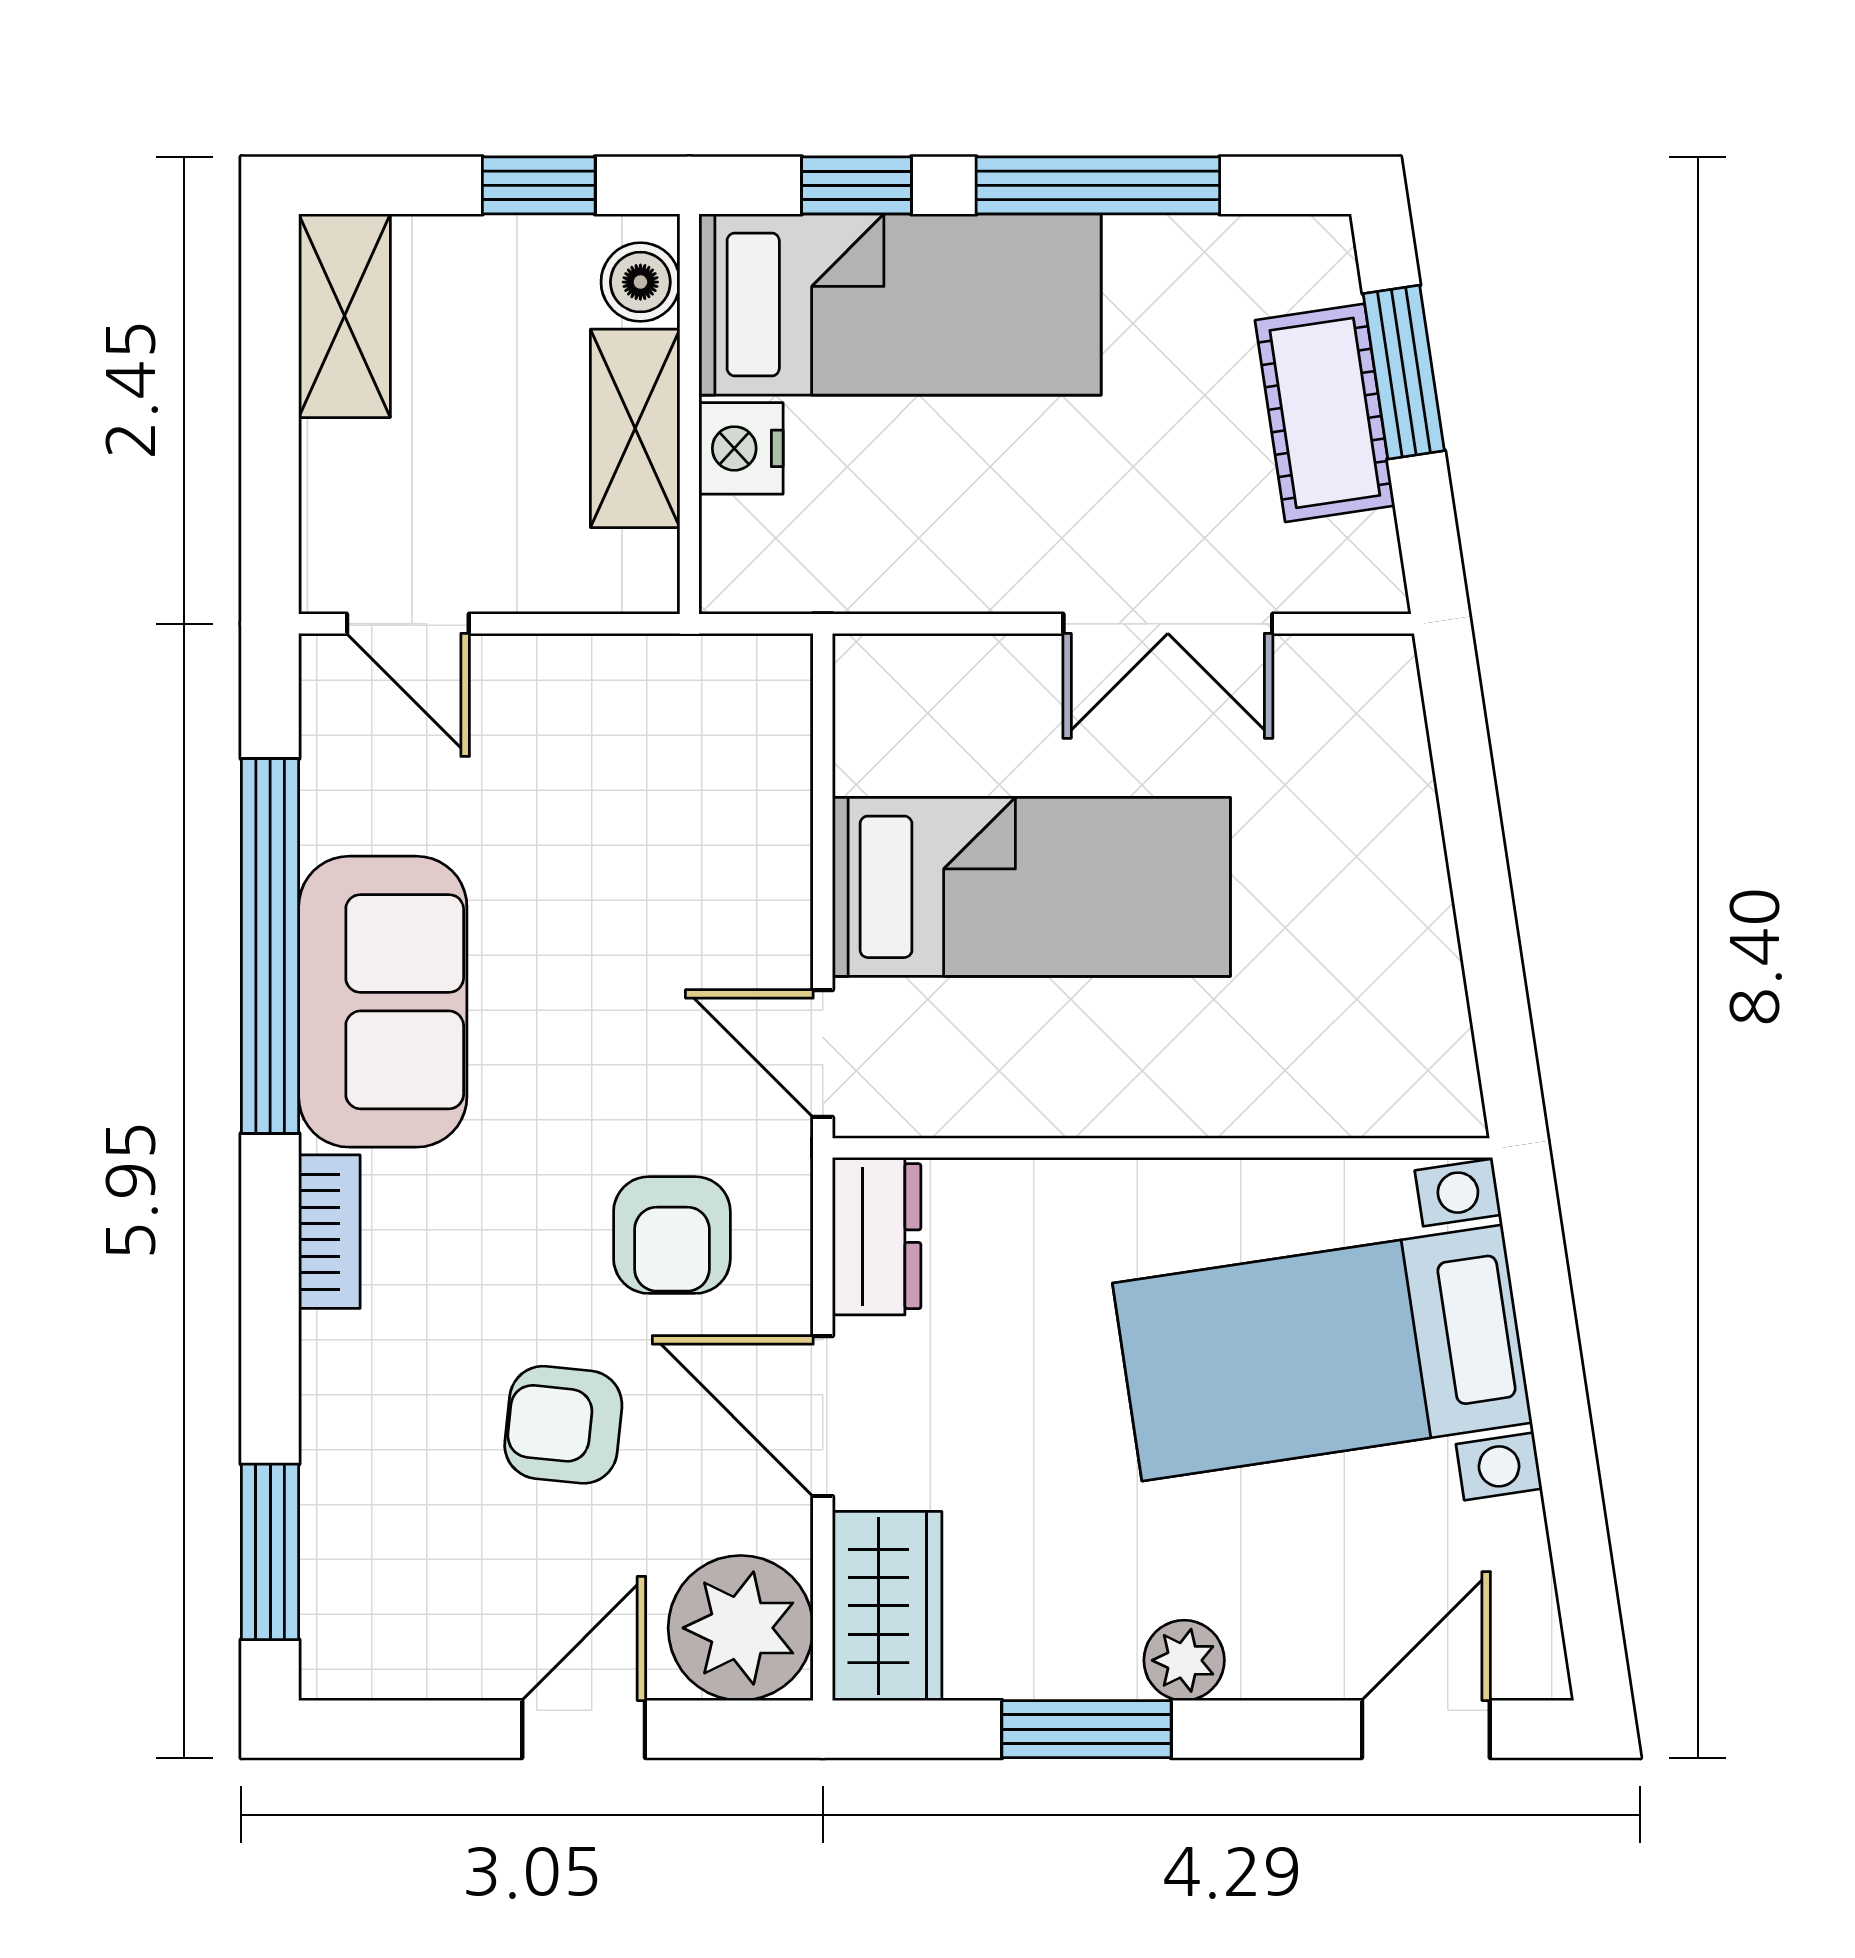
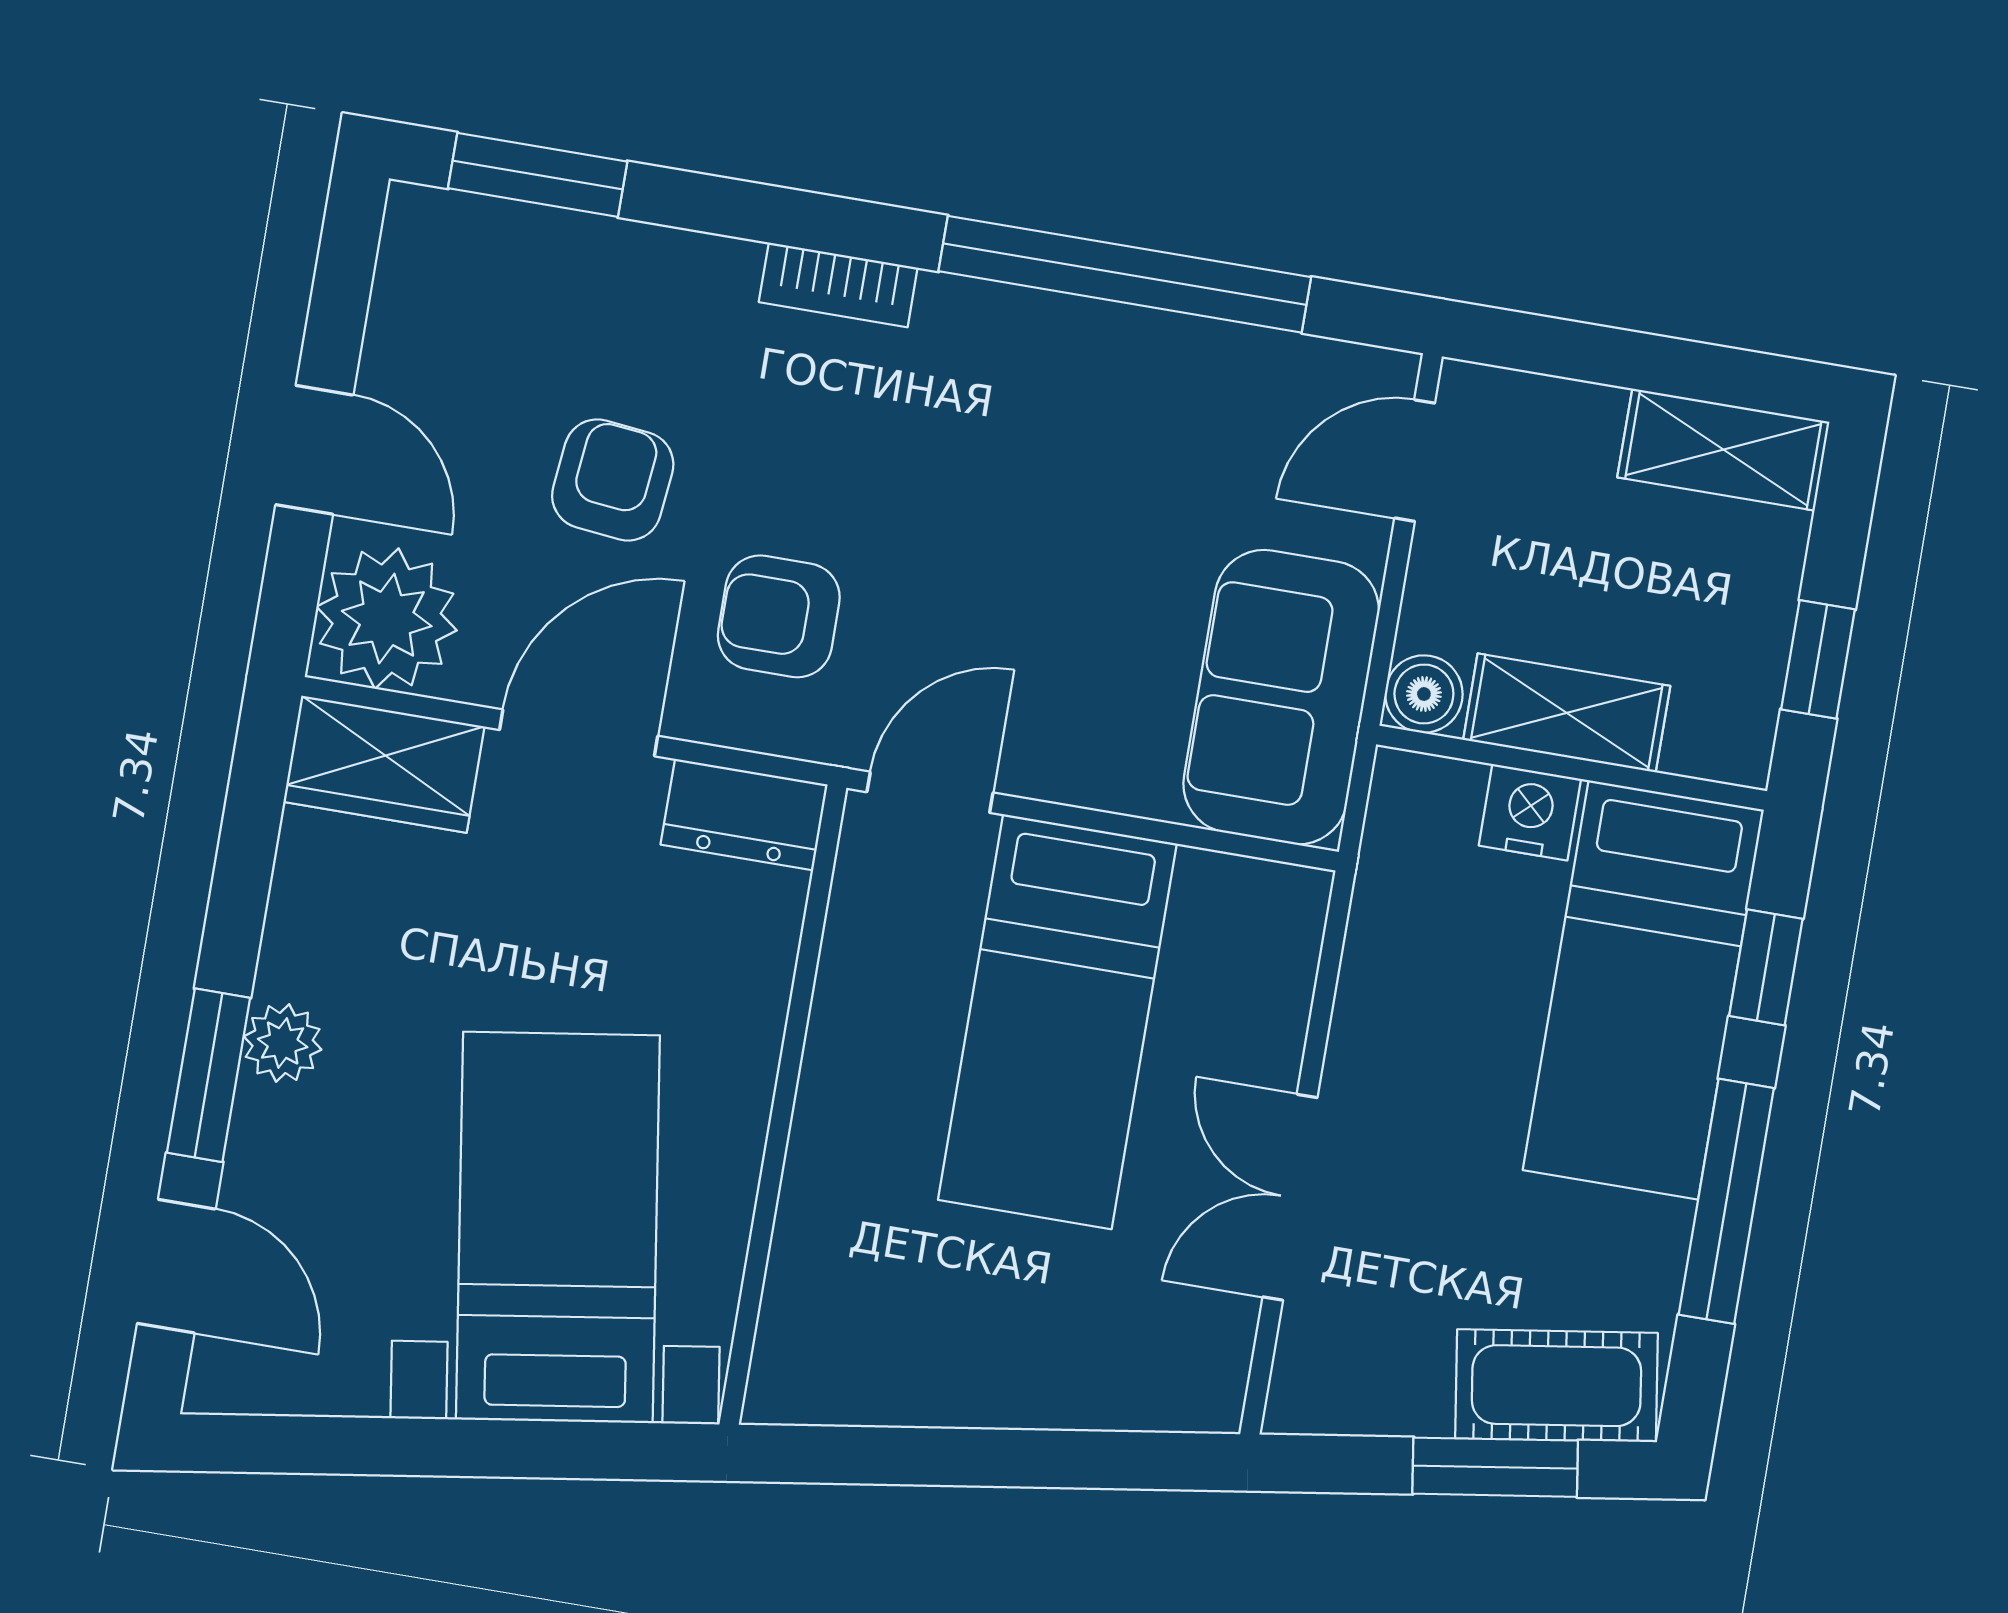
boiler: (640, 282) -> (1424, 694), moved
cot: (1325, 413) -> (1556, 1386), moved
sofa: (383, 1002) -> (1281, 697), moved, turned 90
window: (1087, 1729) -> (209, 1075), moved

